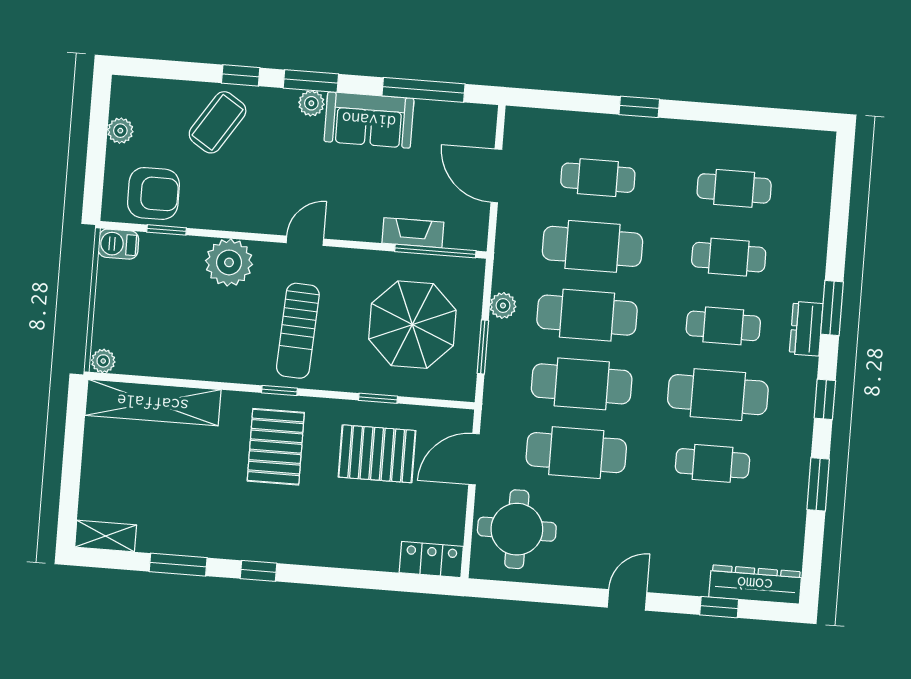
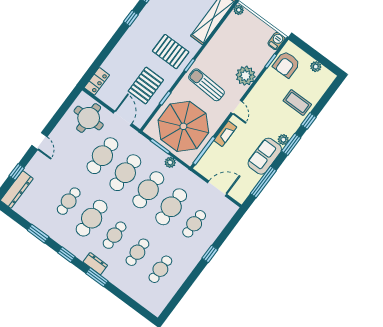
coffee table: (218, 122) -> (297, 103), turned -33
fireplace: (413, 233) -> (225, 134), moved
parasol: (412, 325) -> (183, 126), width x1.36, depth x1.36

